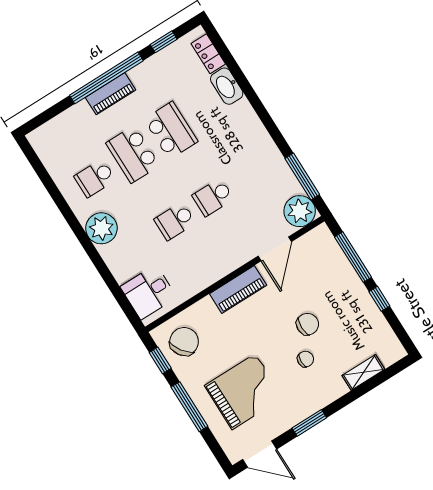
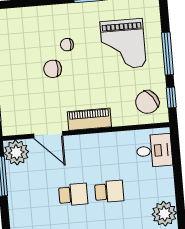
door: (275, 249) -> (48, 135), swing flipped
shelving: (363, 372) -> (31, 14), removed
grand piano: (244, 392) -> (123, 44), turned -90

